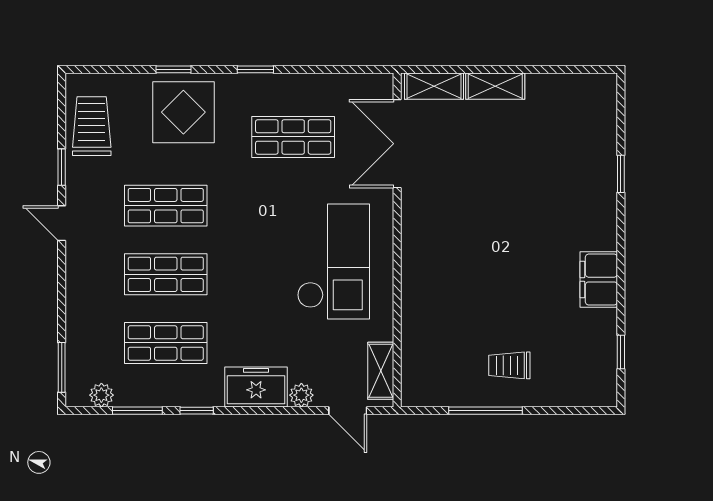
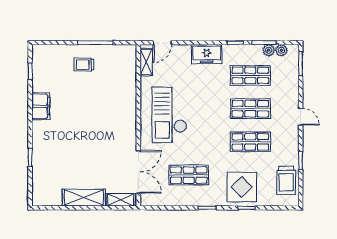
shelving: (495, 86) -> (84, 198), width x1.50, depth x1.33
door: (62, 223) -> (301, 117), moved
trolley: (509, 365) -> (84, 65), turned 180
plant: (301, 395) -> (269, 50), moved
door: (348, 411) -> (162, 43), swing flipped

